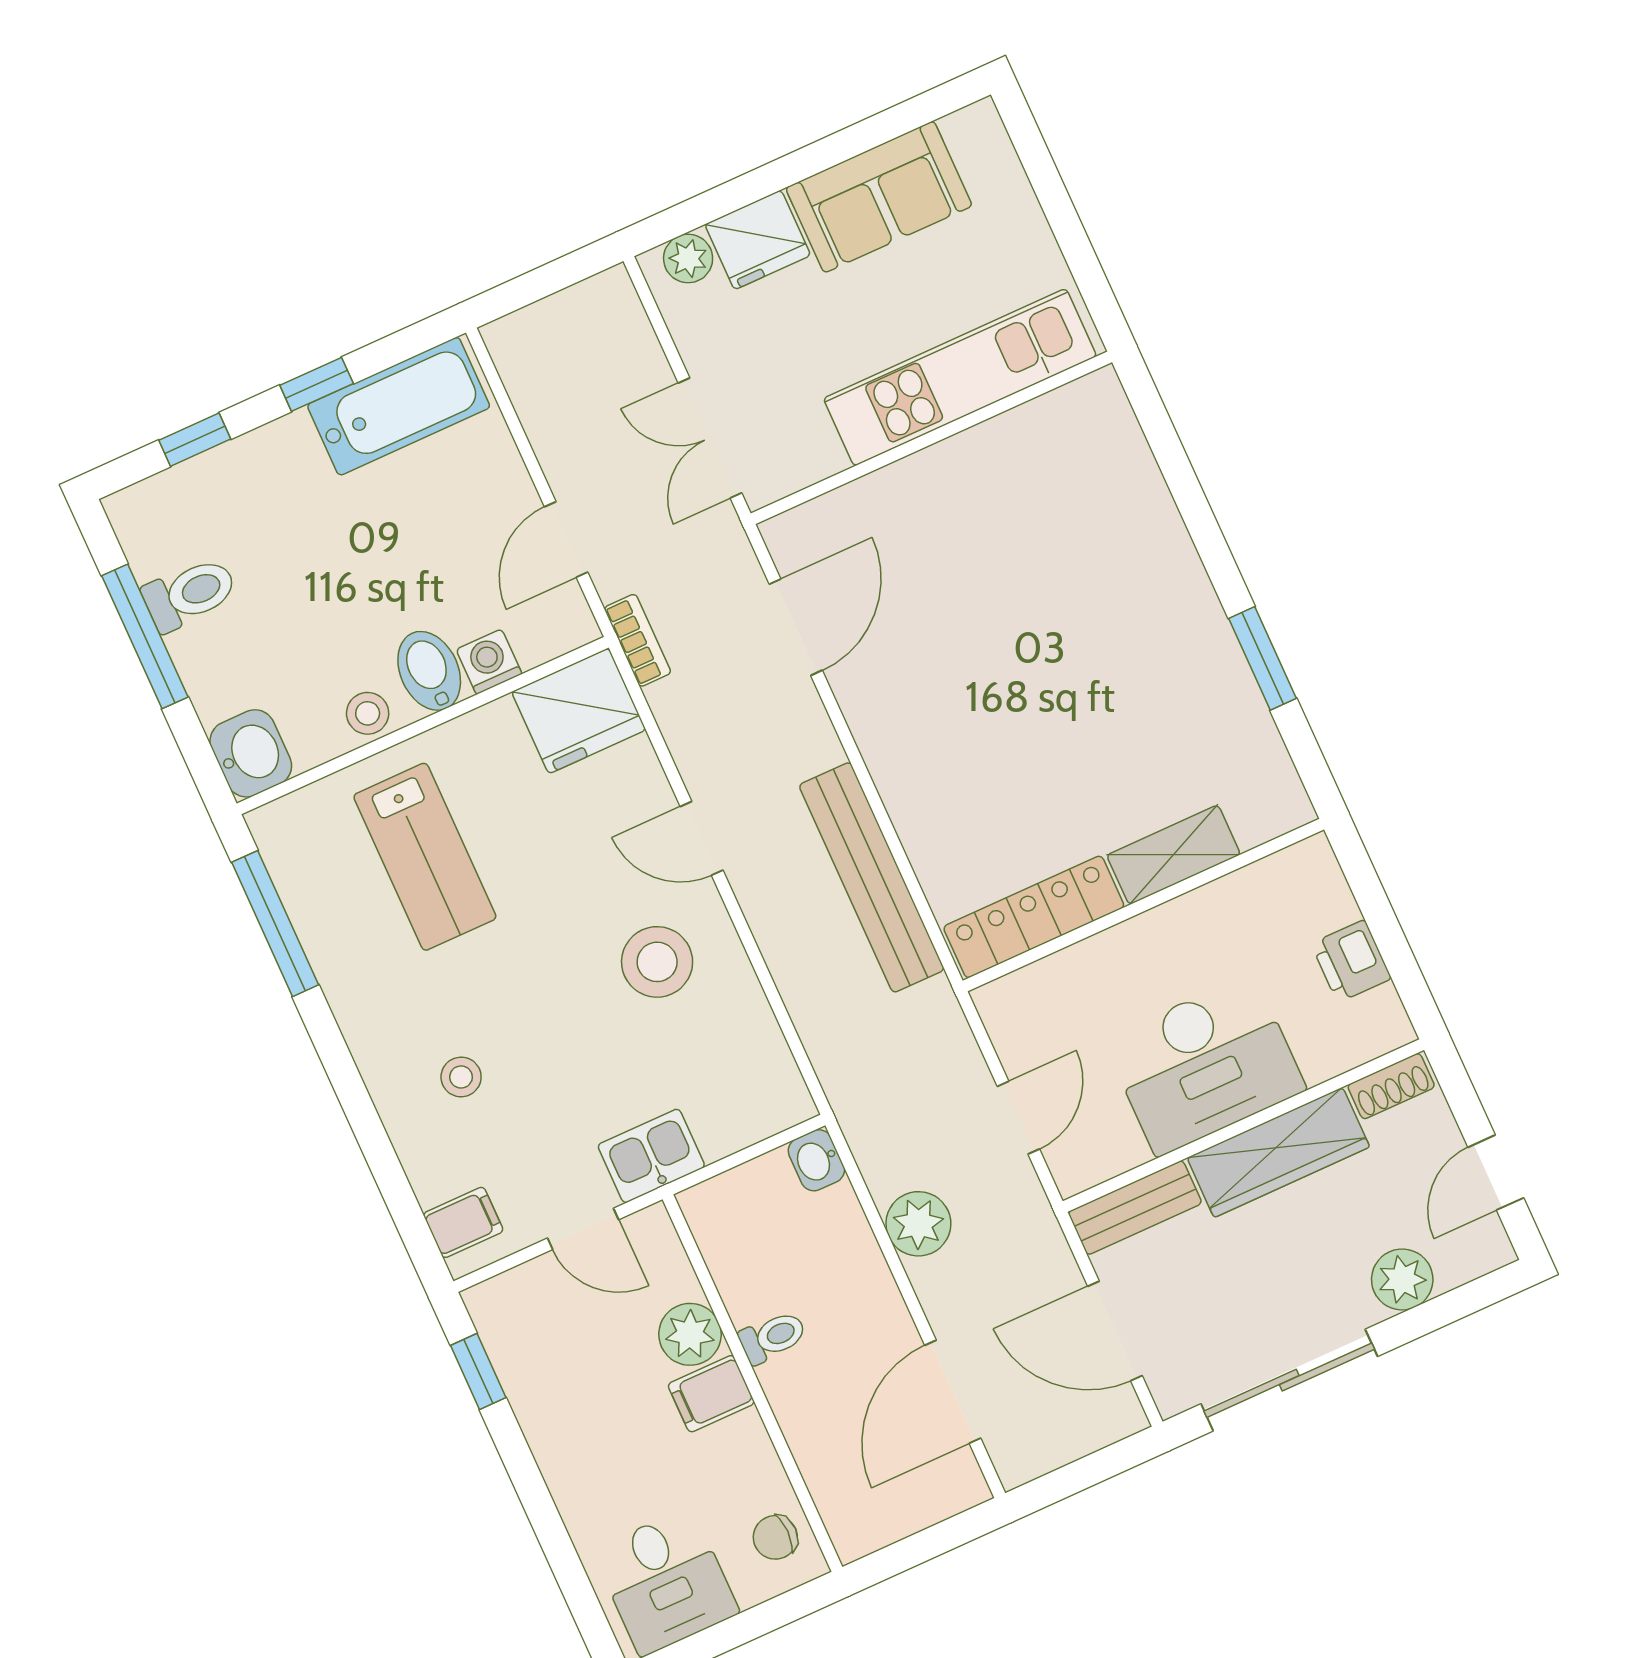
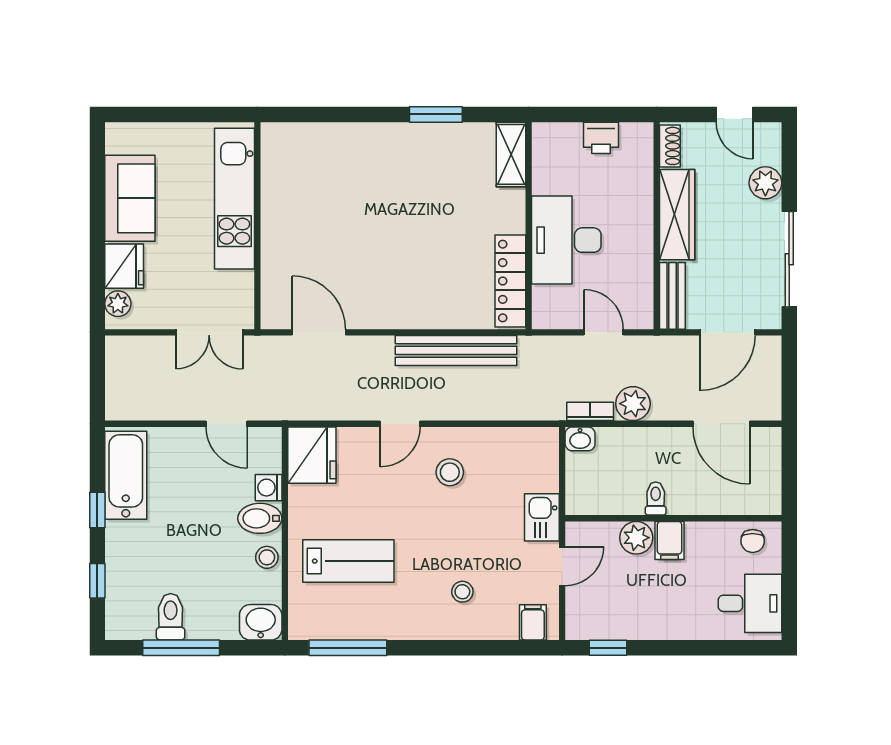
bookcase: (638, 640) -> (590, 411), moved
shelving: (1174, 855) -> (511, 154), moved
stool: (657, 962) -> (450, 472), width x0.73, depth x0.73
desk: (1205, 1065) -> (566, 240), moved, turned 180

